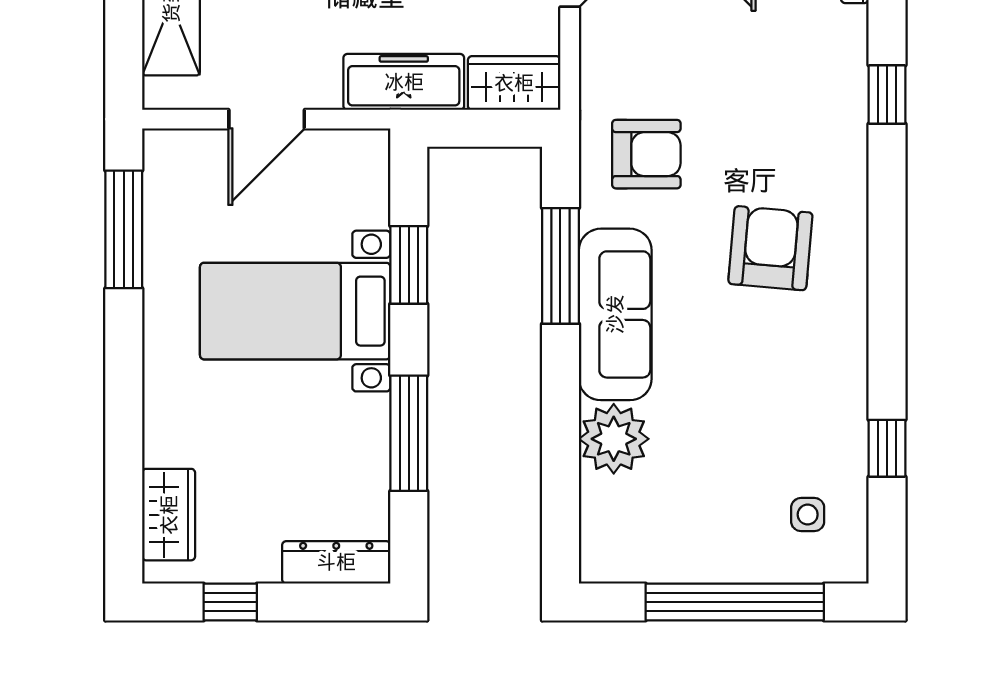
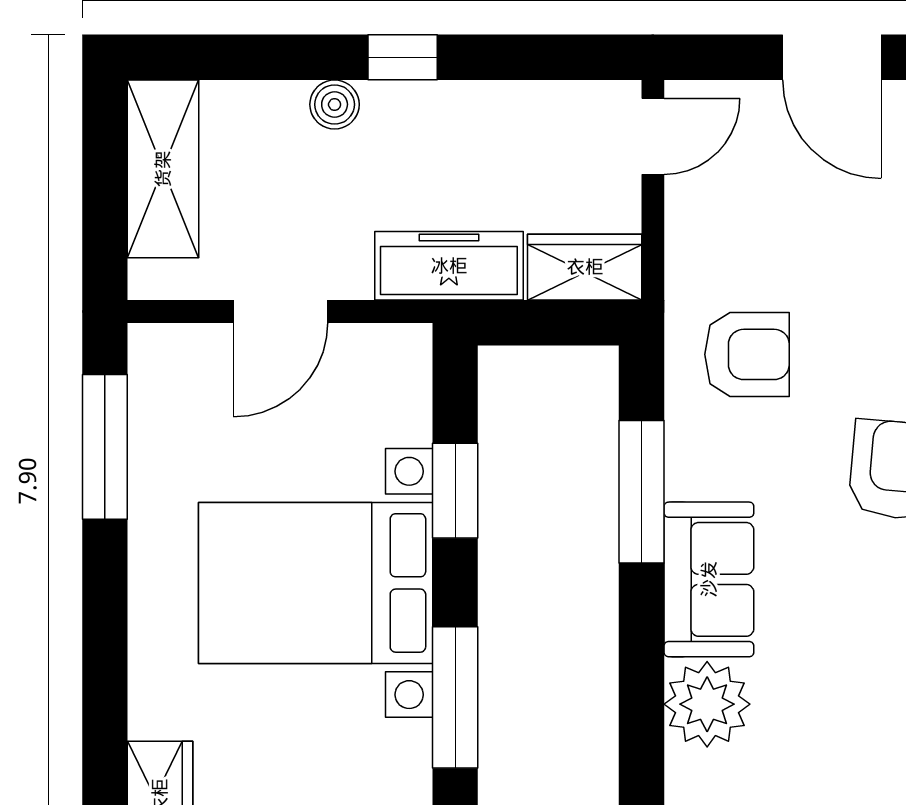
bed with nightstands: (295, 311) -> (316, 583), width x1.36
sofa: (615, 314) -> (709, 579), width x0.73

